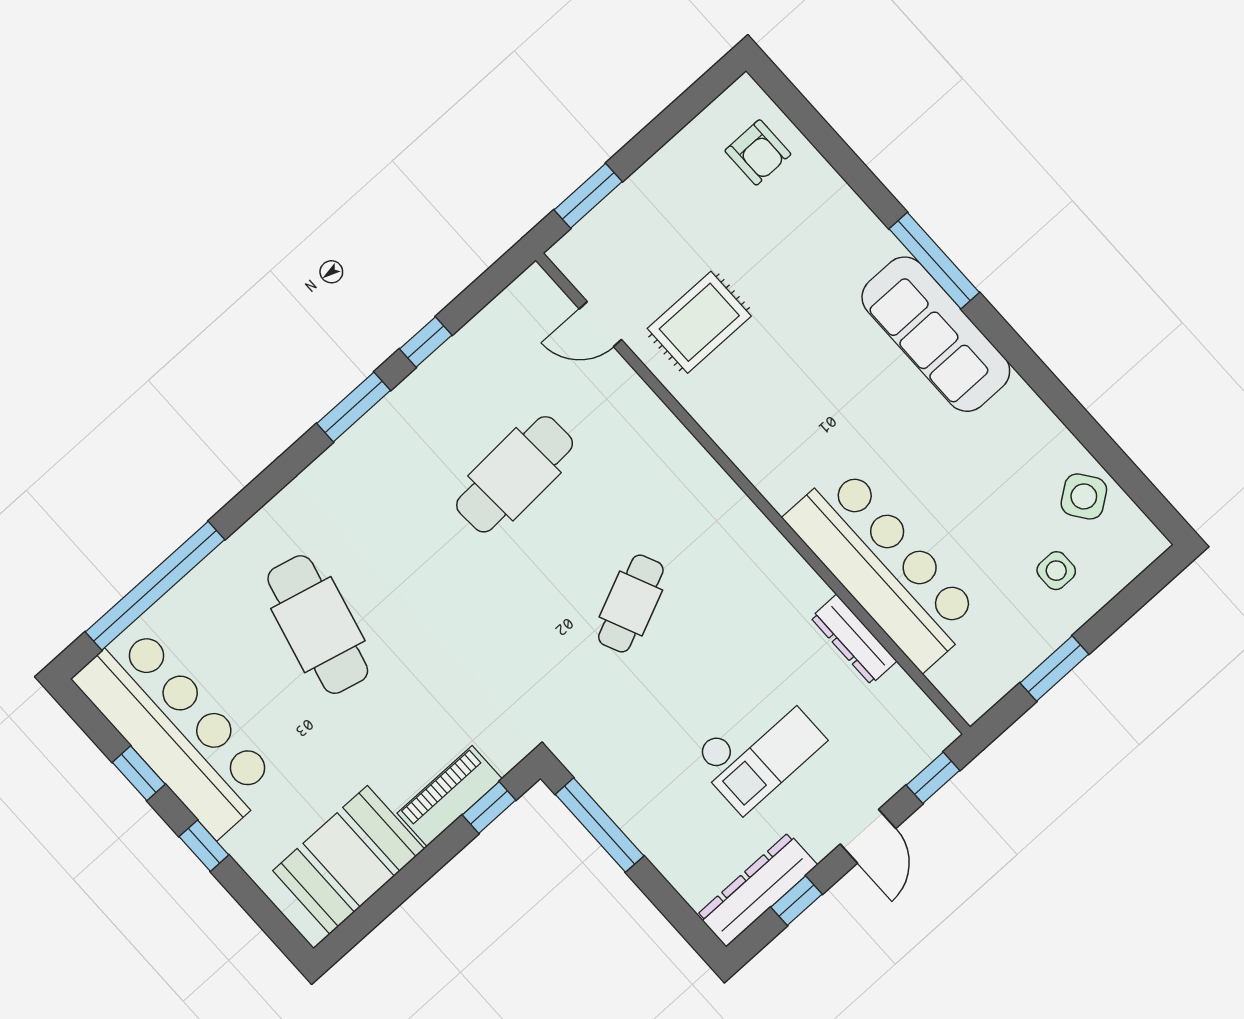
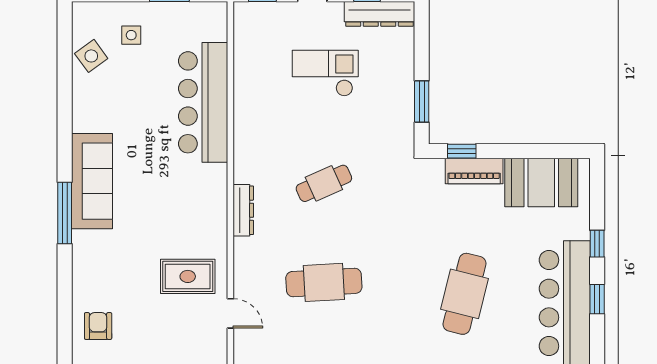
dresser: (854, 639) -> (243, 210), moved
window: (600, 825) -> (422, 101), width x0.69

